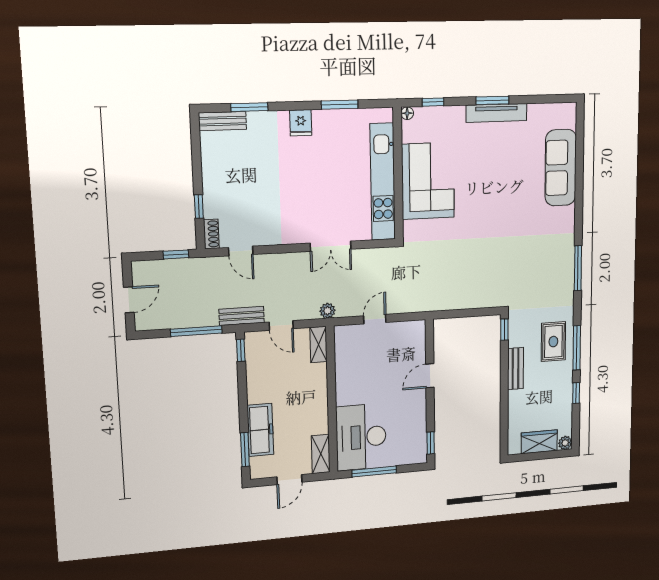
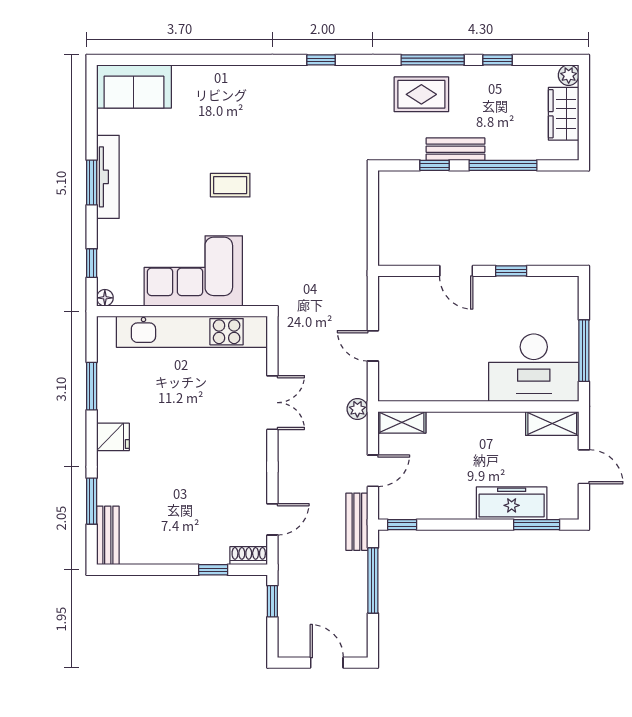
sofa: (561, 168) -> (134, 87), moved, width x0.73
coffee table: (491, 206) -> (230, 185), added
window: (578, 268) -> (321, 60), width x0.46
window: (504, 330) -> (434, 165), moved
window: (504, 403) -> (503, 165), added
window: (431, 443) -> (511, 271), moved

